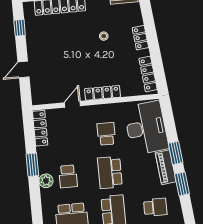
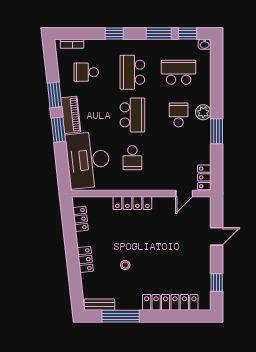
locker: (148, 74) -> (80, 219), width x0.66
door: (72, 104) -> (184, 193), moved
locker: (40, 128) -> (204, 177), width x0.66

